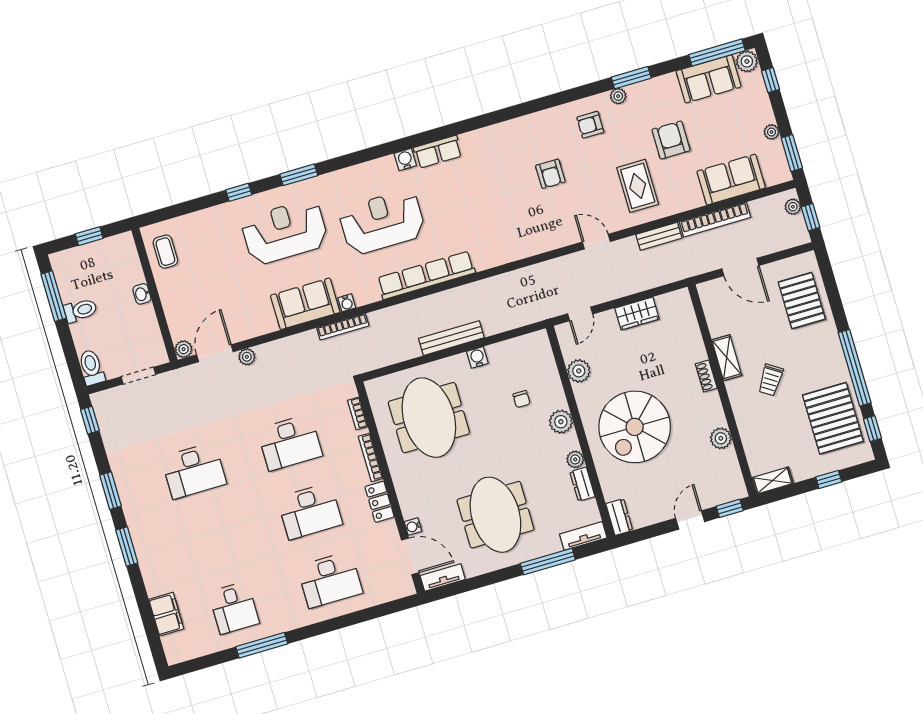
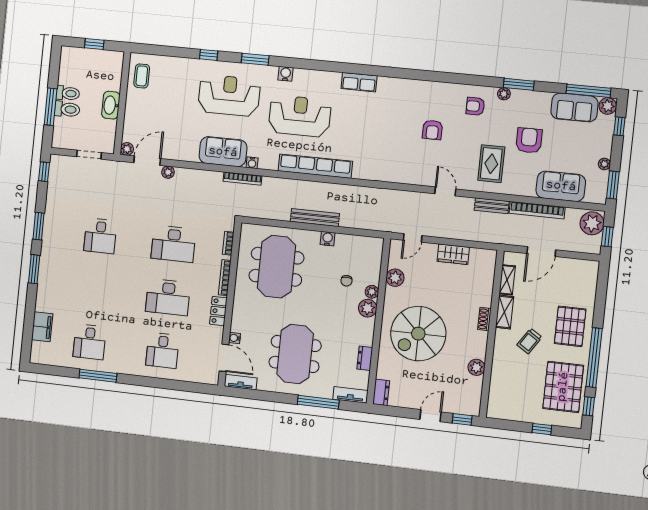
water cooler: (405, 160) -> (286, 74), moved
plant: (793, 207) -> (592, 223), width x1.88, depth x1.88
door: (740, 267) -> (541, 252), hinge flipped
washbasin: (142, 294) -> (111, 105), width x1.91, depth x1.45
window: (54, 296) -> (51, 107), moved
pallet: (802, 301) -> (570, 326), moved
toilet: (92, 367) -> (67, 109), moved, turned 90
plant: (575, 459) -> (372, 292), moved
desk: (194, 470) -> (100, 236), width x0.73
shelving: (773, 481) -> (507, 280), moved, turned 90
desk: (330, 580) -> (162, 350), width x0.73

